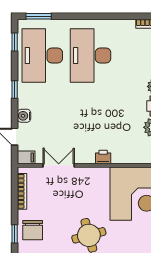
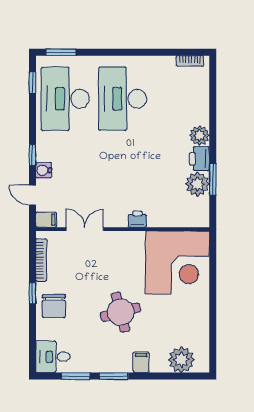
window: (15, 89) -> (32, 155), moved
window: (15, 234) -> (32, 293), moved

